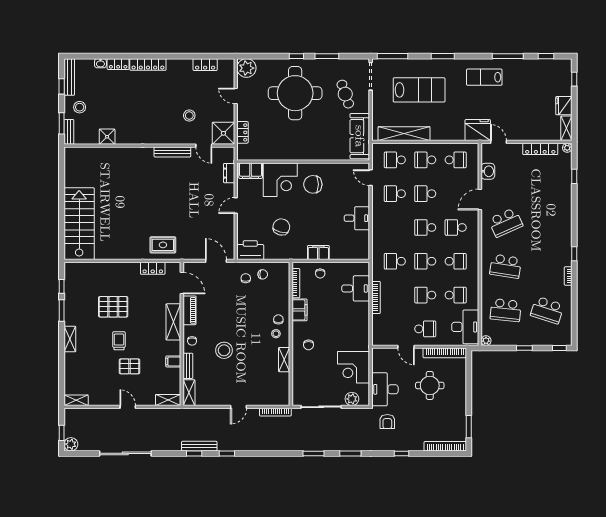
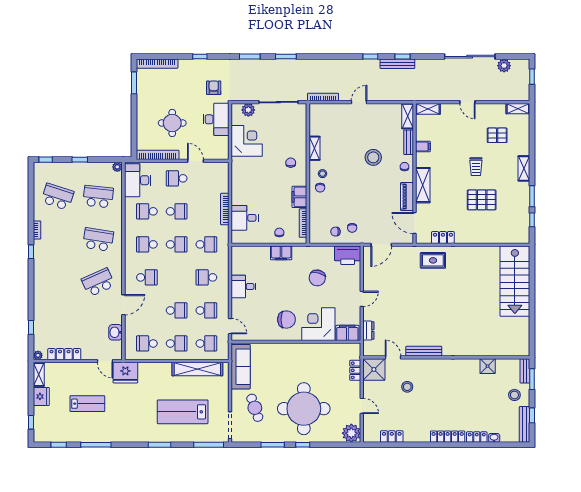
lab bench: (484, 77) -> (87, 404), moved
school desk: (425, 227) -> (206, 277), moved, turned 180
door: (216, 261) -> (381, 245), hinge flipped
pallet: (129, 366) -> (497, 135), moved
plant: (71, 444) -> (504, 66), moved

